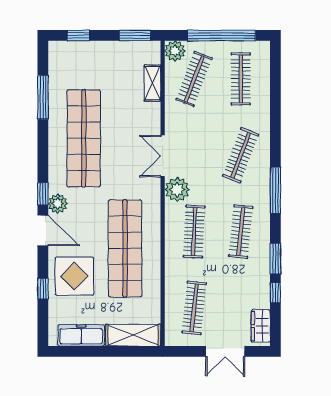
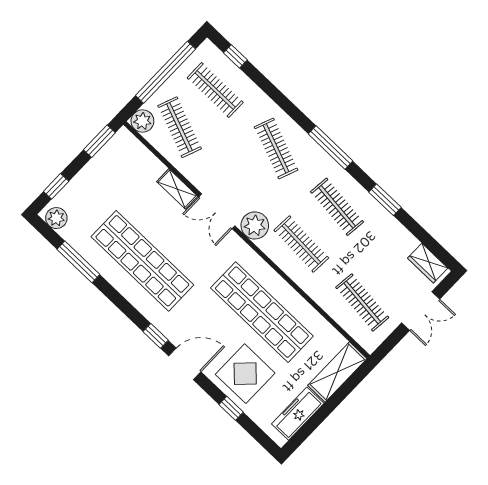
shelving: (152, 83) -> (177, 189), moved
plant: (58, 204) -> (56, 218), moved
window: (275, 293) -> (235, 56), moved

